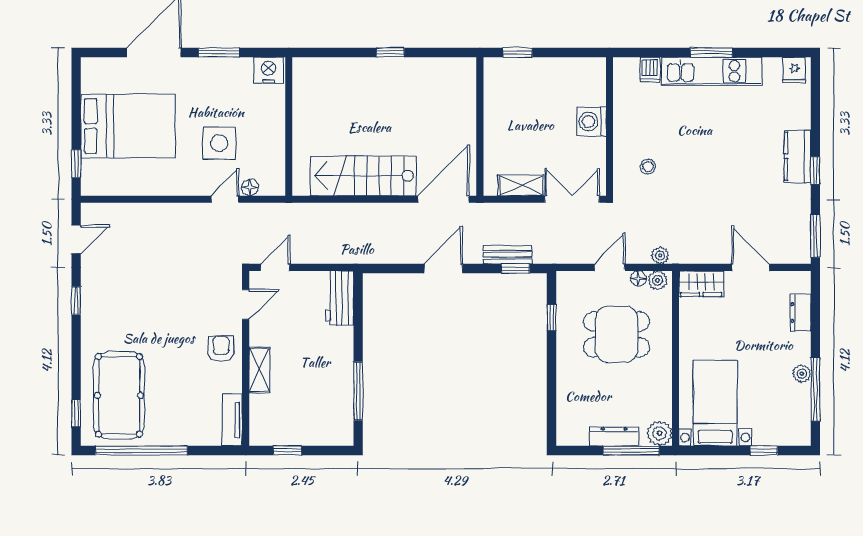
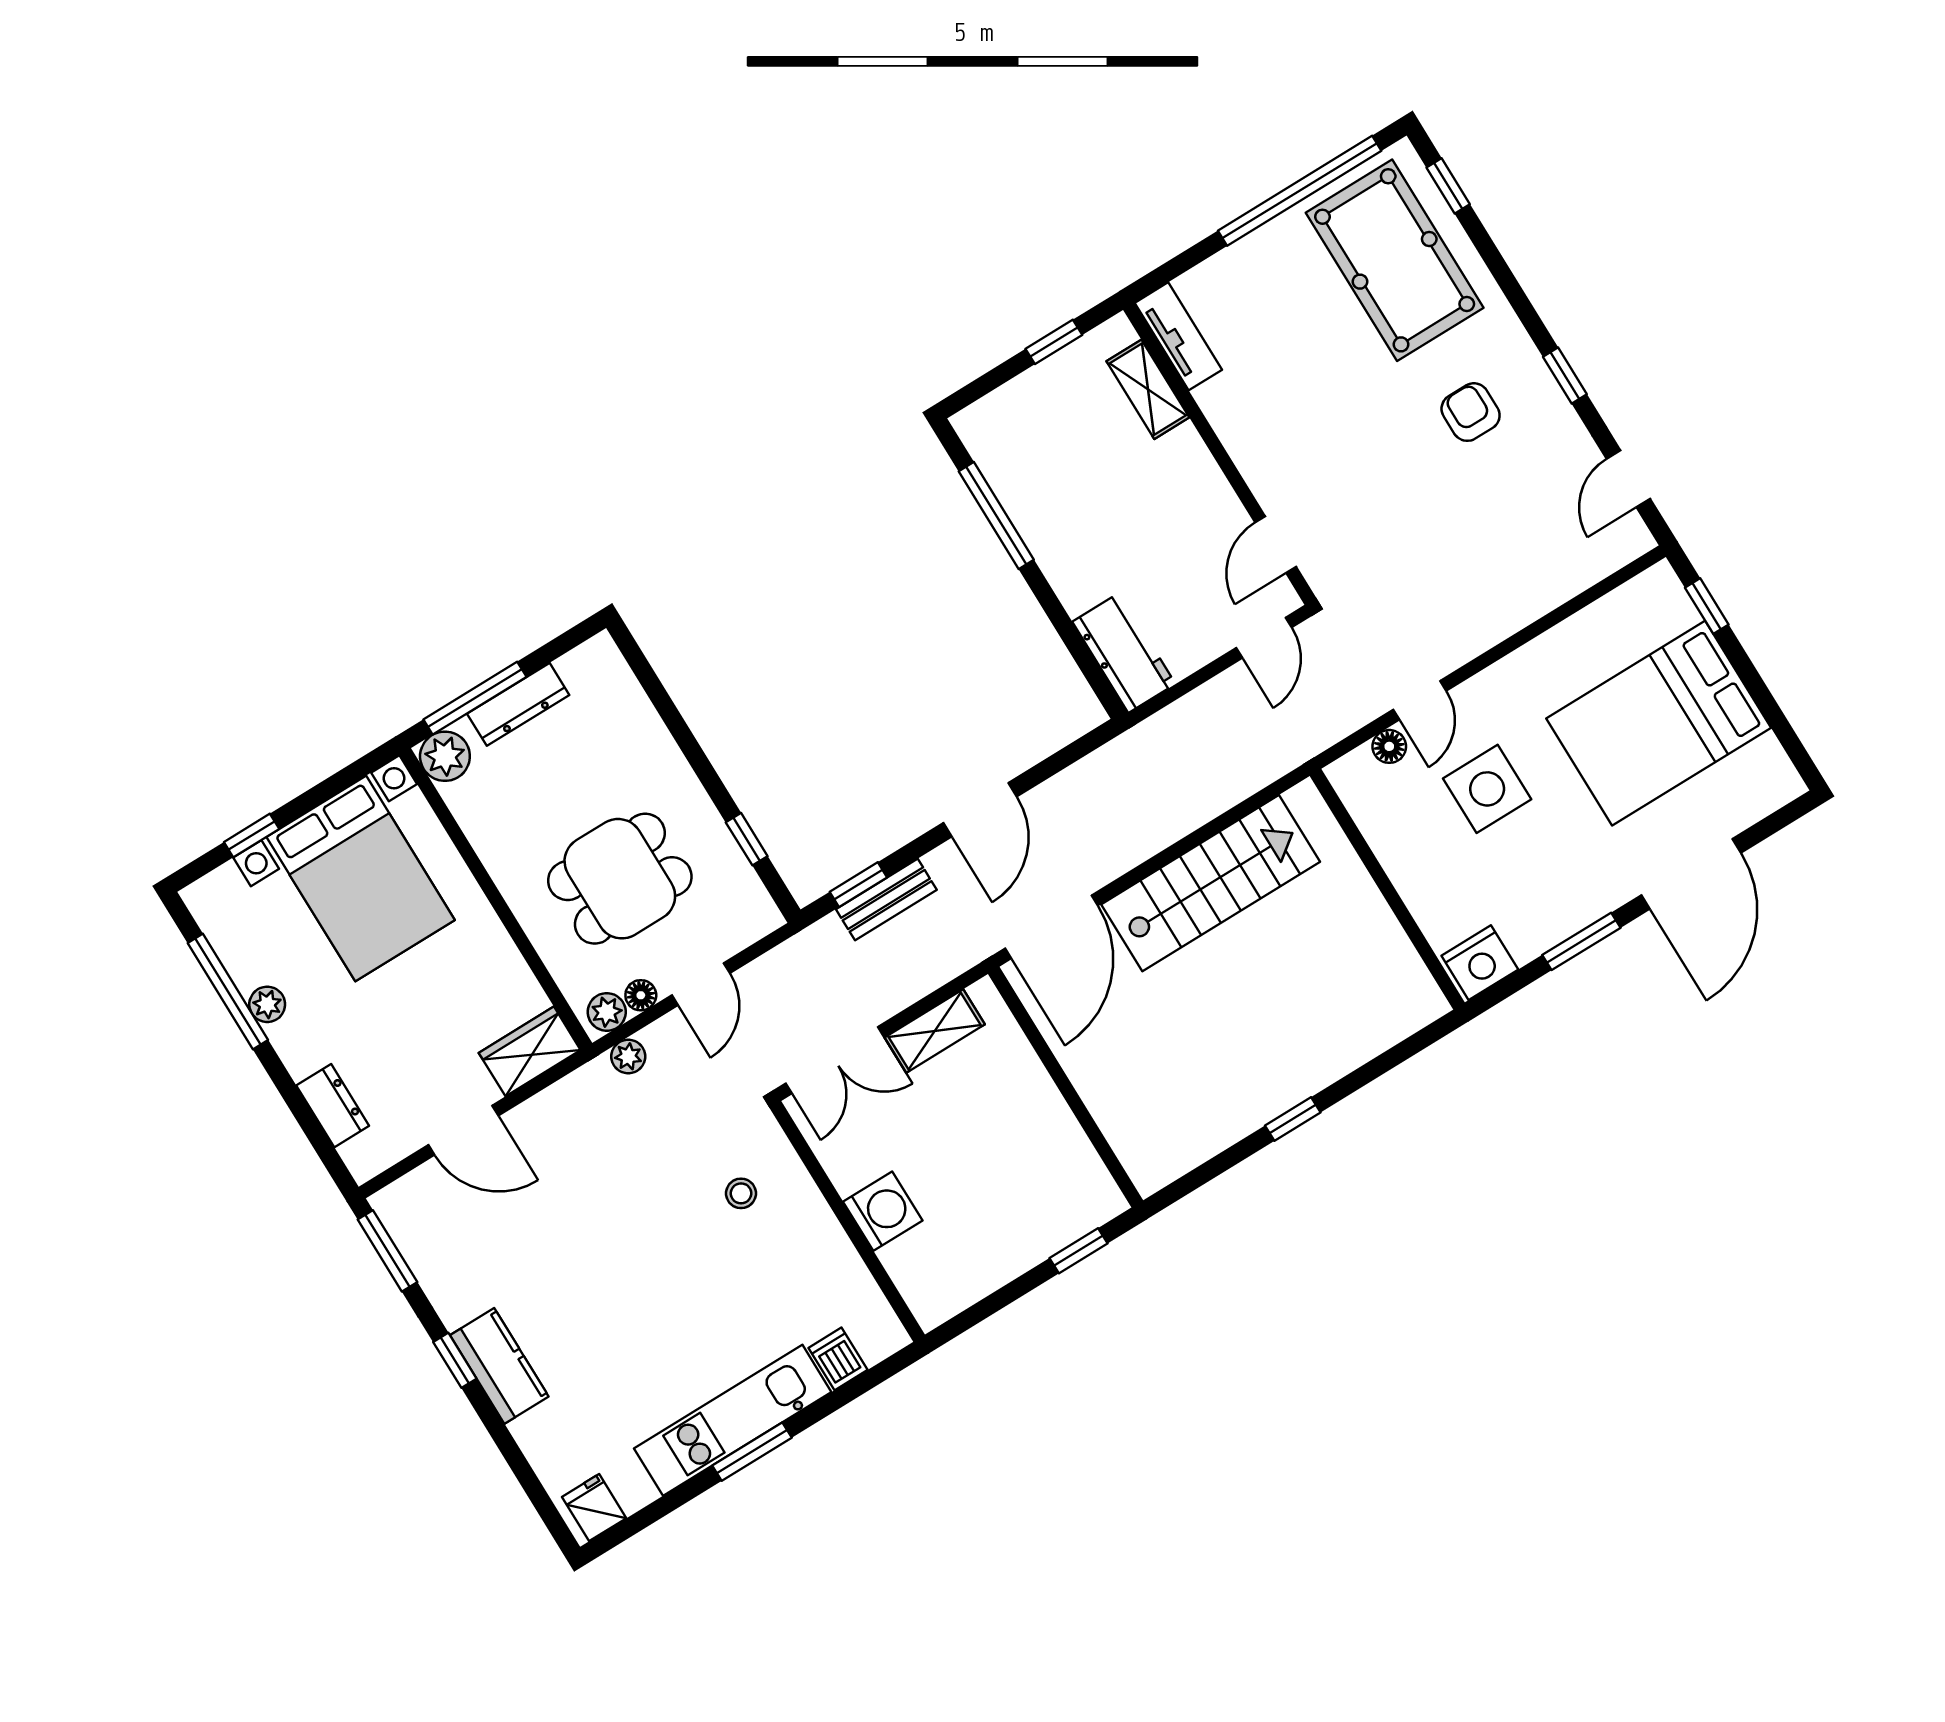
armchair: (221, 349) -> (1471, 412), moved, turned 180
shelving: (259, 370) -> (1148, 389), moved
bed with nightstands: (715, 403) -> (361, 879), width x1.36

